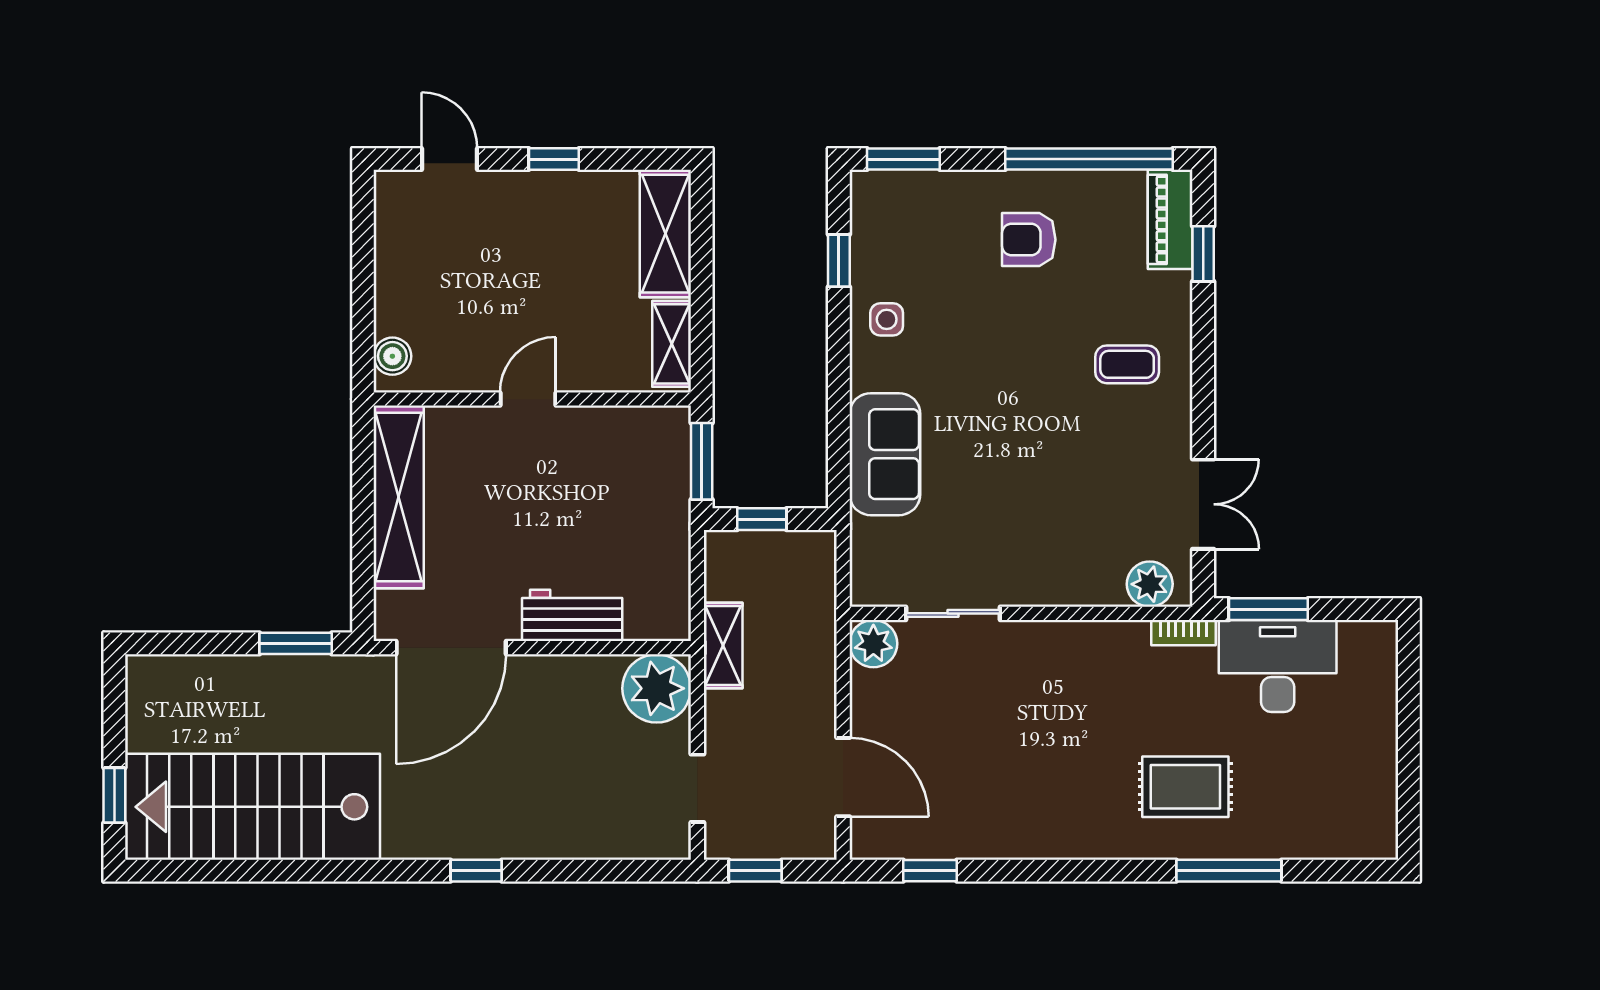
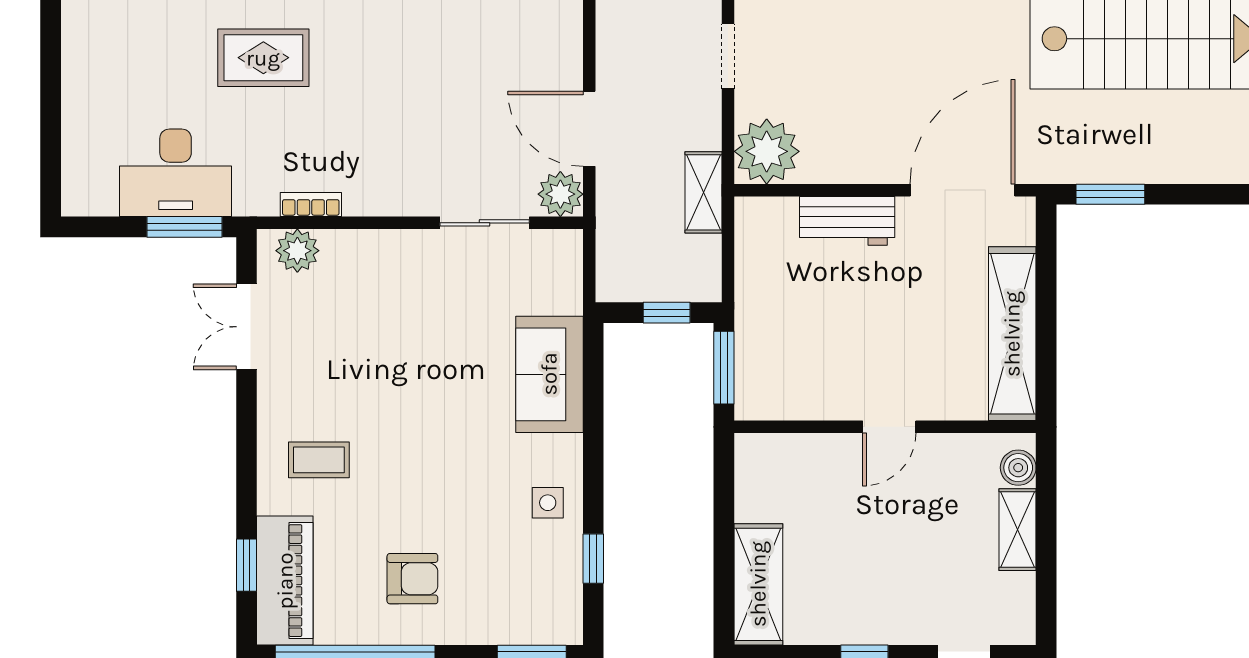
piano: (1170, 219) -> (285, 581), width x1.37, depth x1.33
shelving: (672, 344) -> (1018, 530), moved
bookcase: (1184, 633) -> (311, 205), moved
door: (843, 777) -> (589, 129), moved

